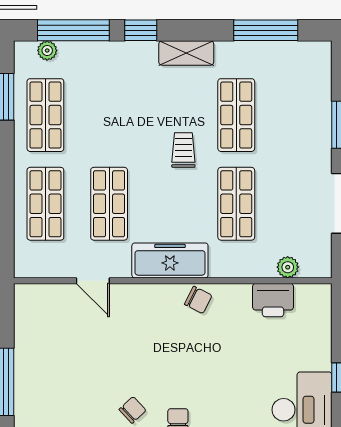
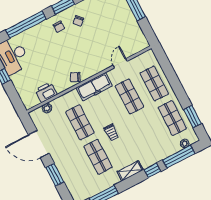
door: (93, 281) -> (120, 63), hinge flipped

